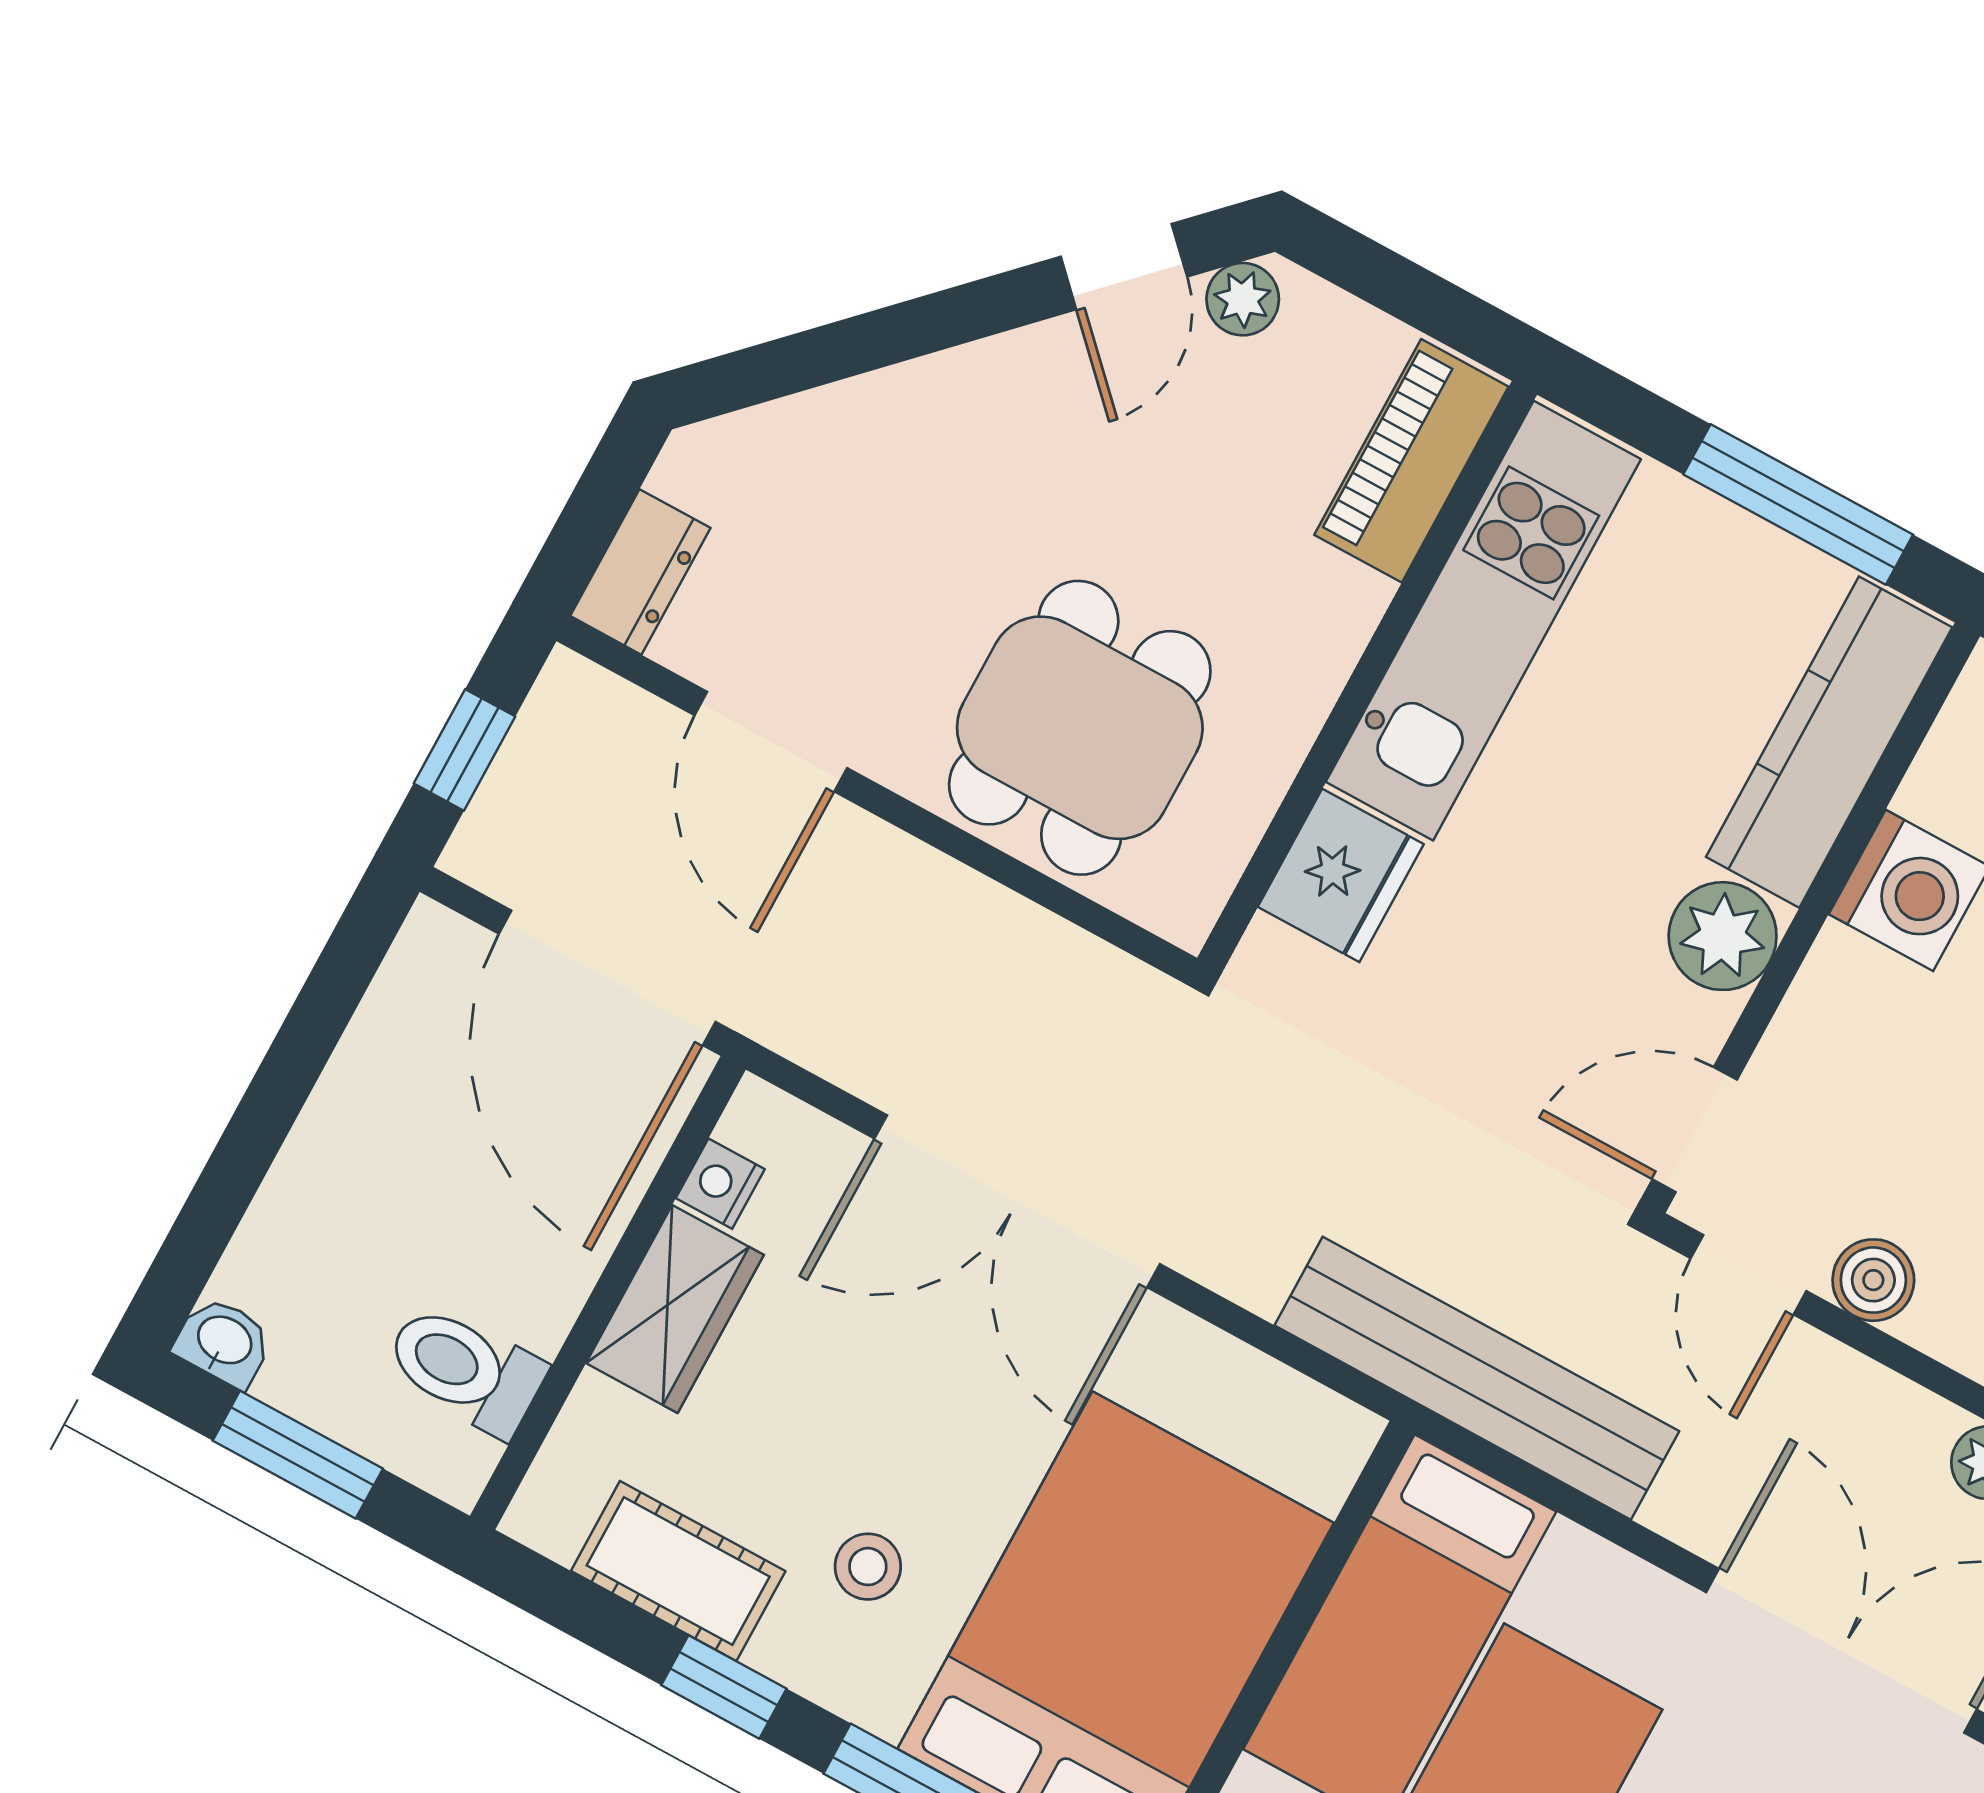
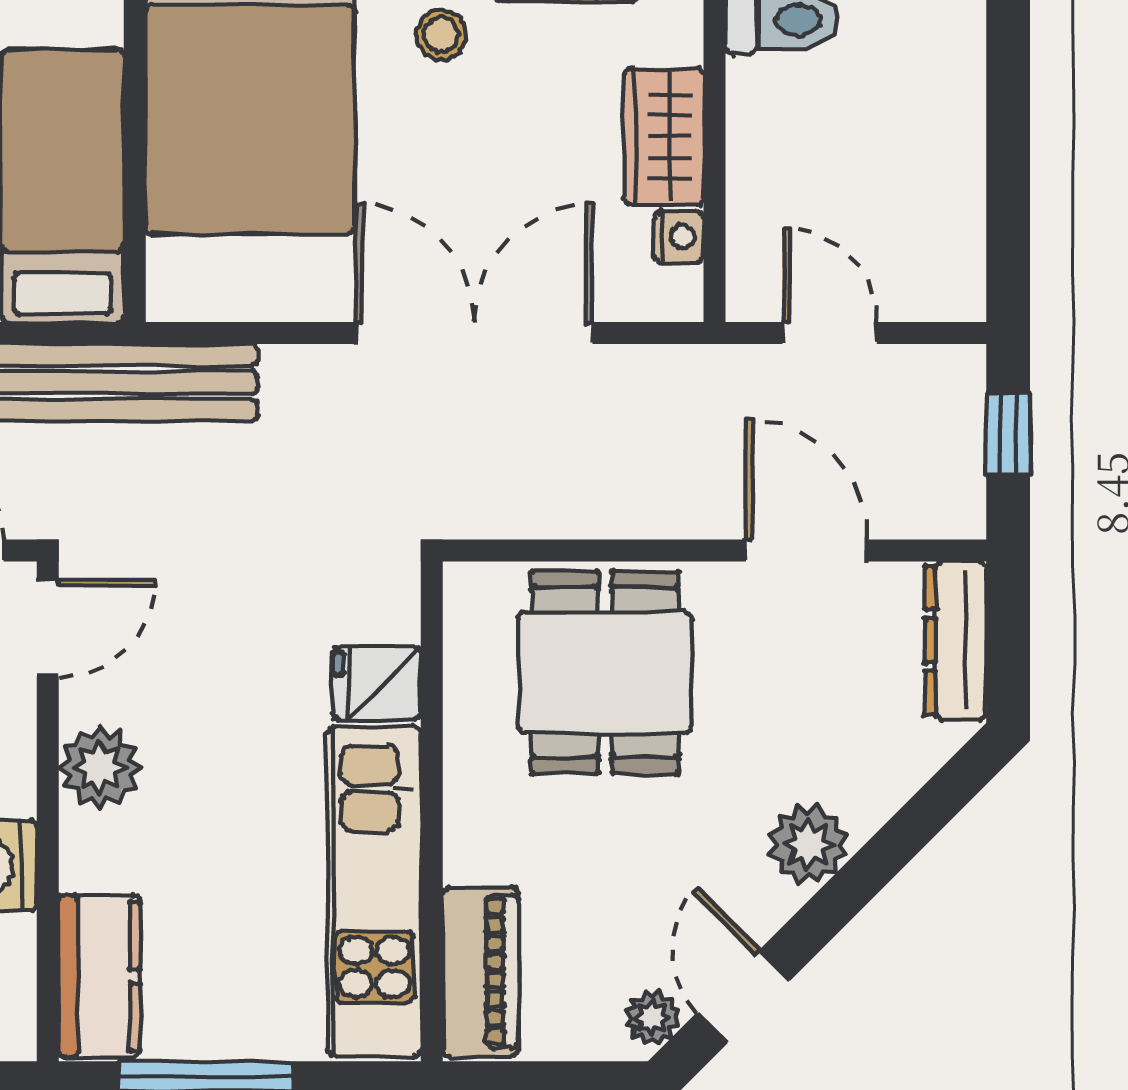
plant: (954, 402) -> (808, 844), added
dresser: (640, 572) -> (955, 640), width x1.44
kitchen counter: (1829, 742) -> (99, 976), width x0.67
fridge: (1341, 875) -> (377, 683), width x0.72
door: (607, 978) -> (830, 333), width x0.53

